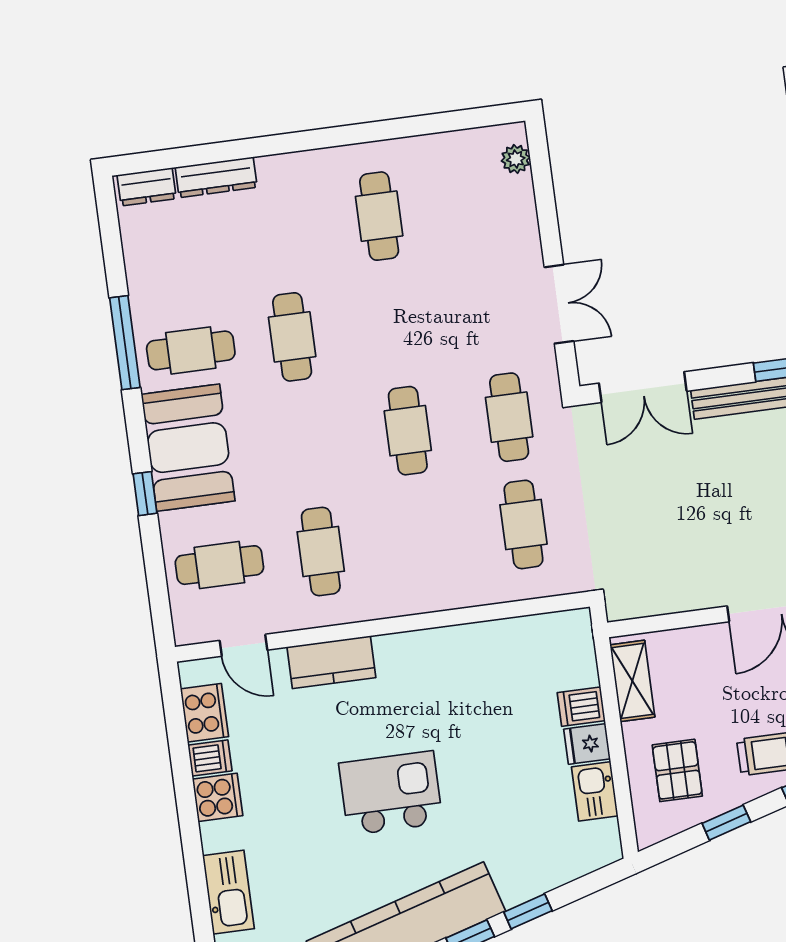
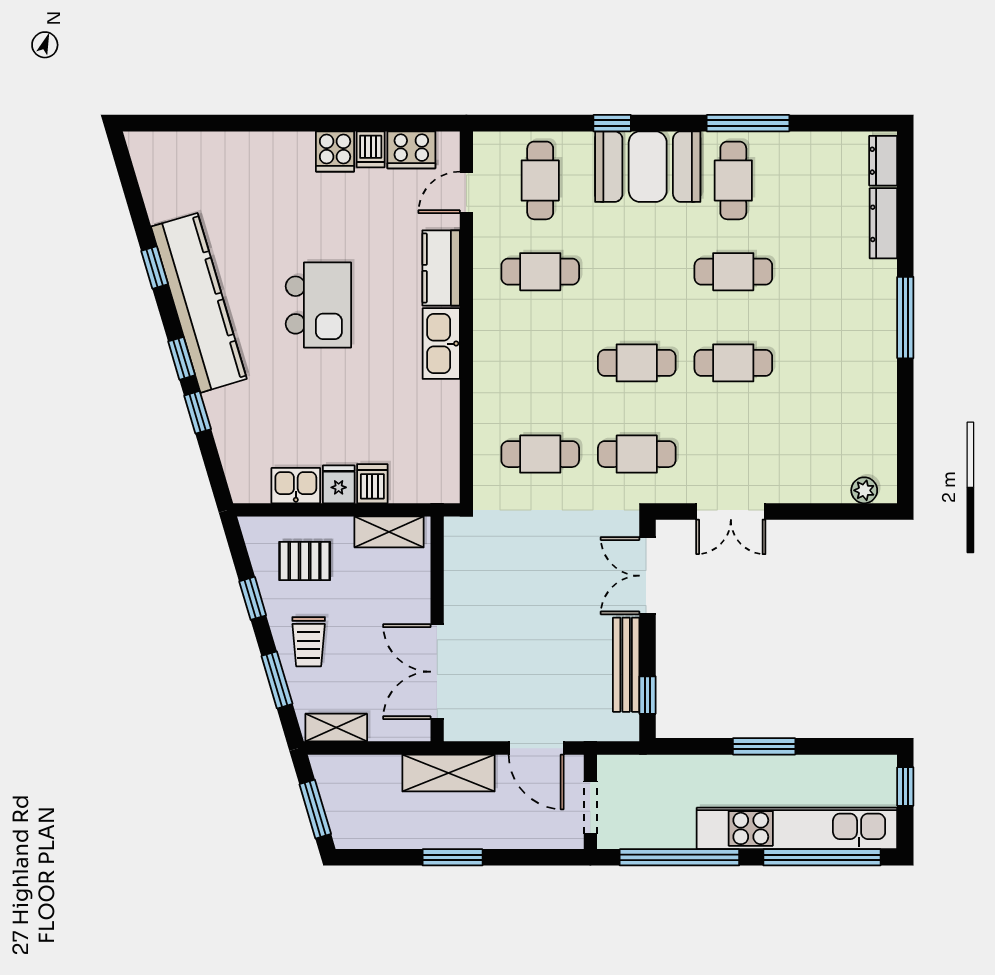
window: (318, 139) -> (905, 318), added
cafe table: (379, 216) -> (733, 363), moved
kitchen sink: (229, 892) -> (441, 344), moved, turned 90

